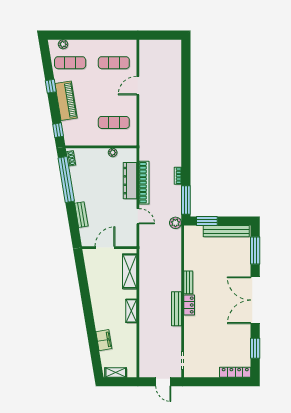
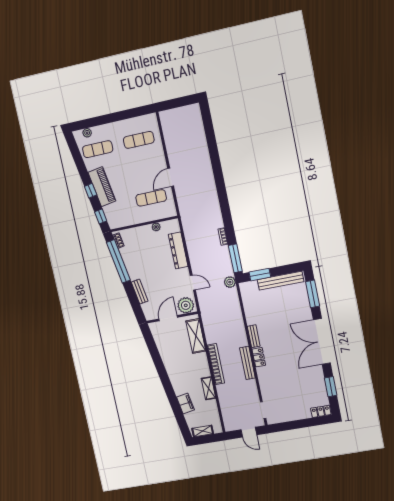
window: (51, 86) -> (91, 191), moved
door: (138, 86) -> (171, 177), moved
bookcase: (144, 183) -> (216, 364), moved
plant: (126, 238) -> (186, 305), added
shelving: (131, 311) -> (208, 388), moved
locker: (235, 372) -> (321, 411), width x0.66

